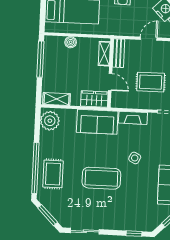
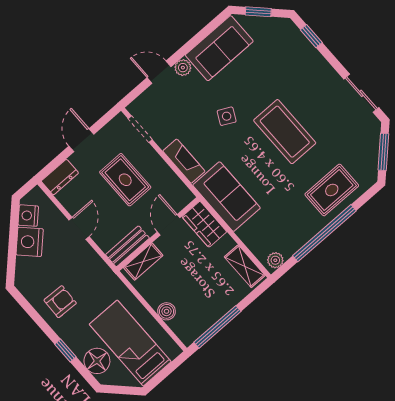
door: (149, 39) -> (79, 228), swing flipped
plant: (50, 121) -> (275, 260), width x0.53, depth x0.53
window: (35, 168) -> (324, 233), moved

